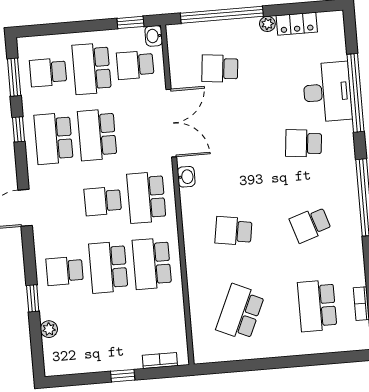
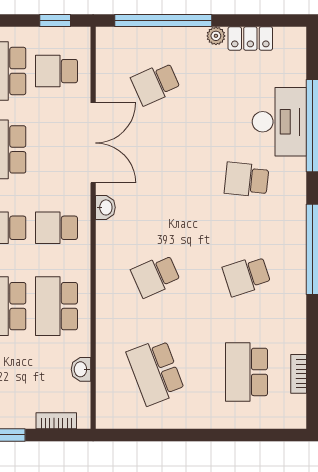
washbasin: (154, 36) -> (81, 369), moved
school desk: (220, 69) -> (156, 84), turned -30
school desk: (146, 197) -> (56, 228), width x0.54
school desk: (233, 231) -> (156, 276), turned -33
school desk: (240, 312) -> (156, 372), turned -45

